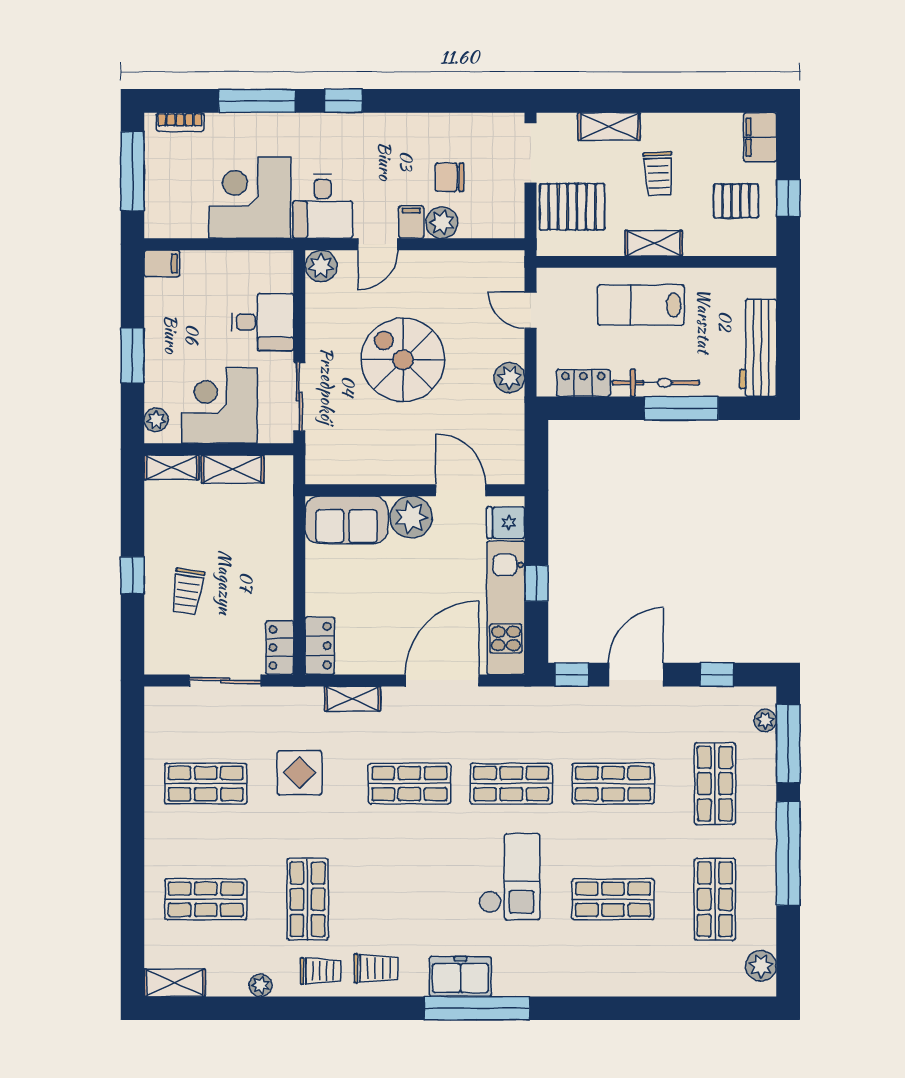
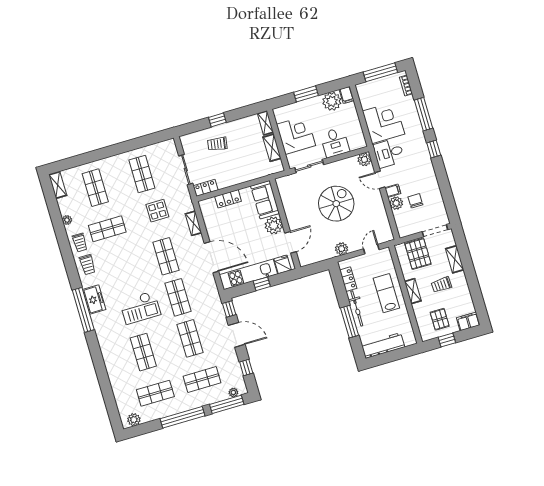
plant: (156, 420) -> (332, 101), moved, width x1.88, depth x1.88
locker: (320, 646) -> (228, 199), moved

